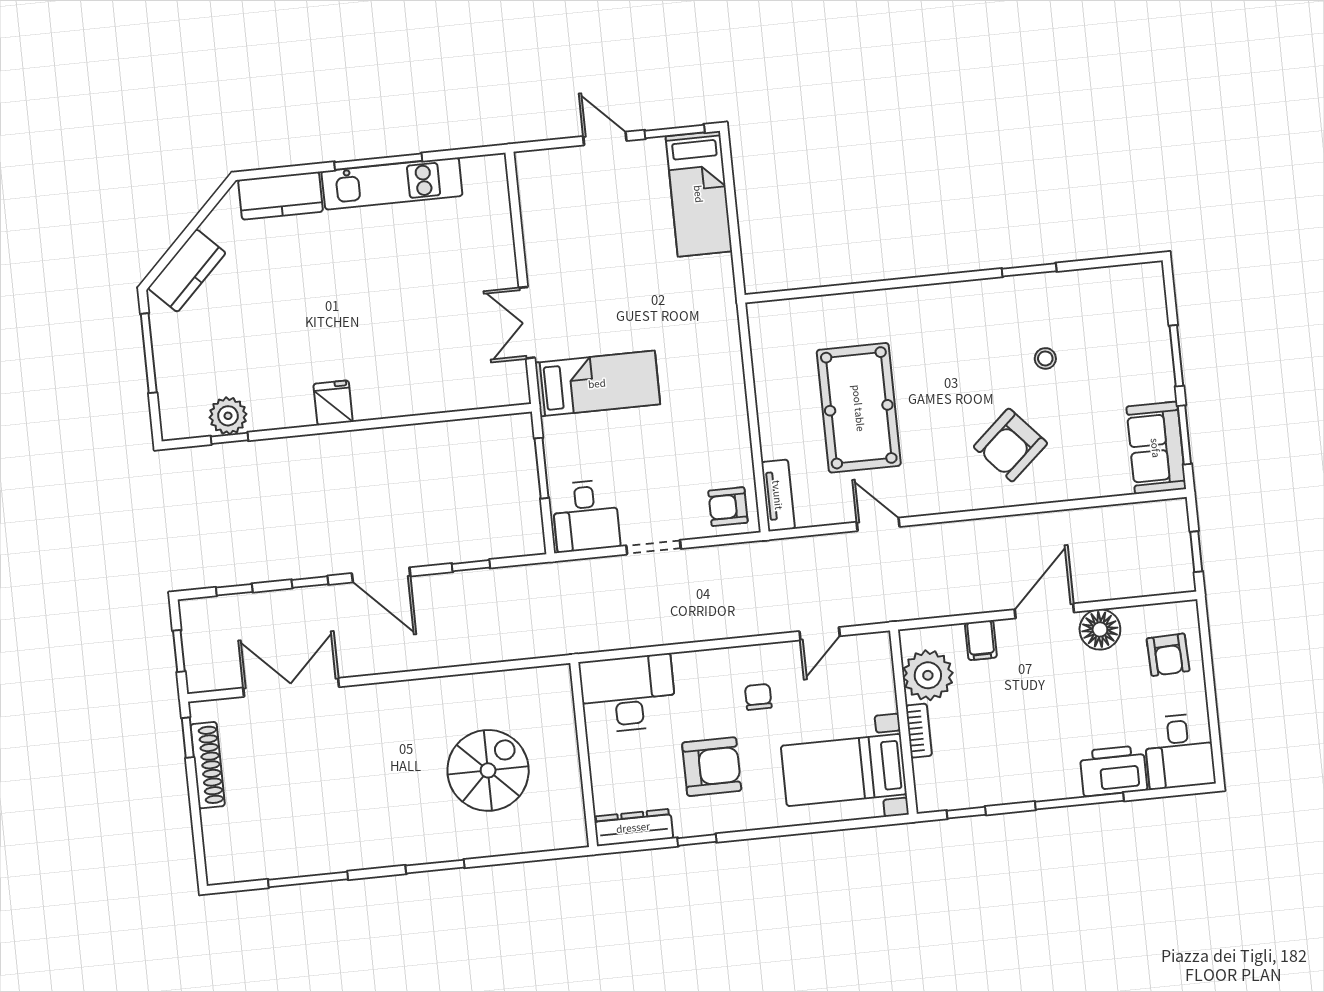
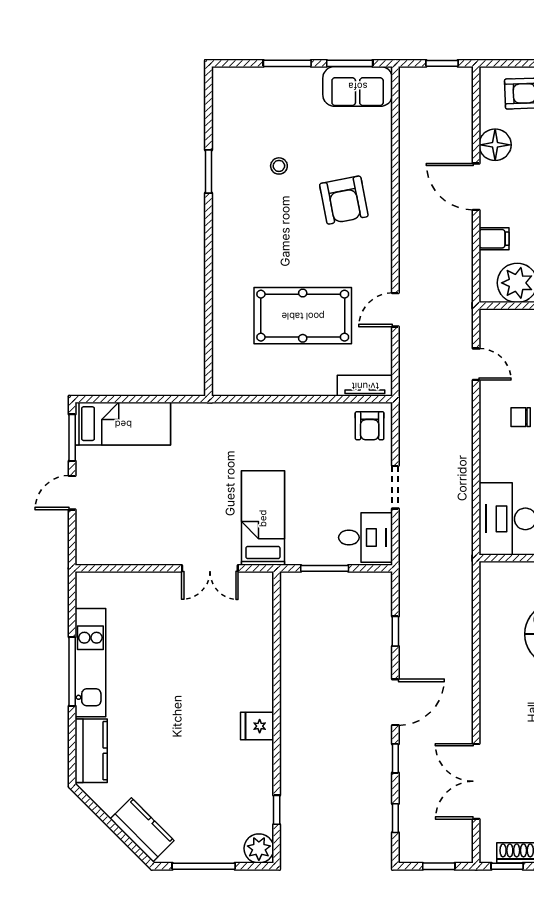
plant: (228, 416) -> (259, 848), moved
armchair: (1010, 445) -> (344, 200), turned 31

